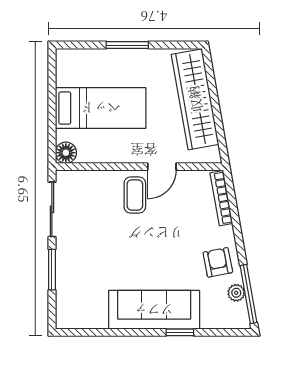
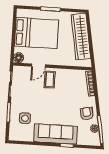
bed: (101, 108) -> (37, 33), width x1.50
door: (162, 167) -> (38, 66), moved
side table: (87, 280) -> (25, 118), added

